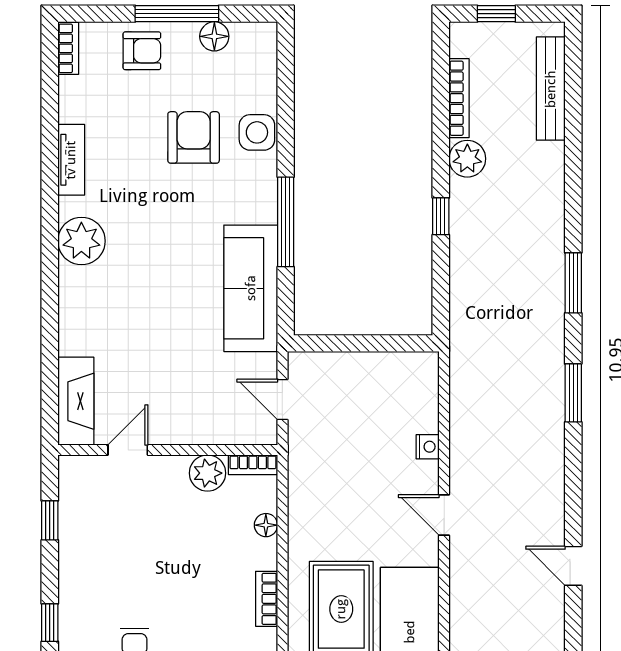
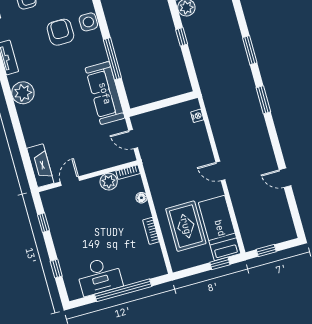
nightstand: (428, 447) -> (197, 116), moved

